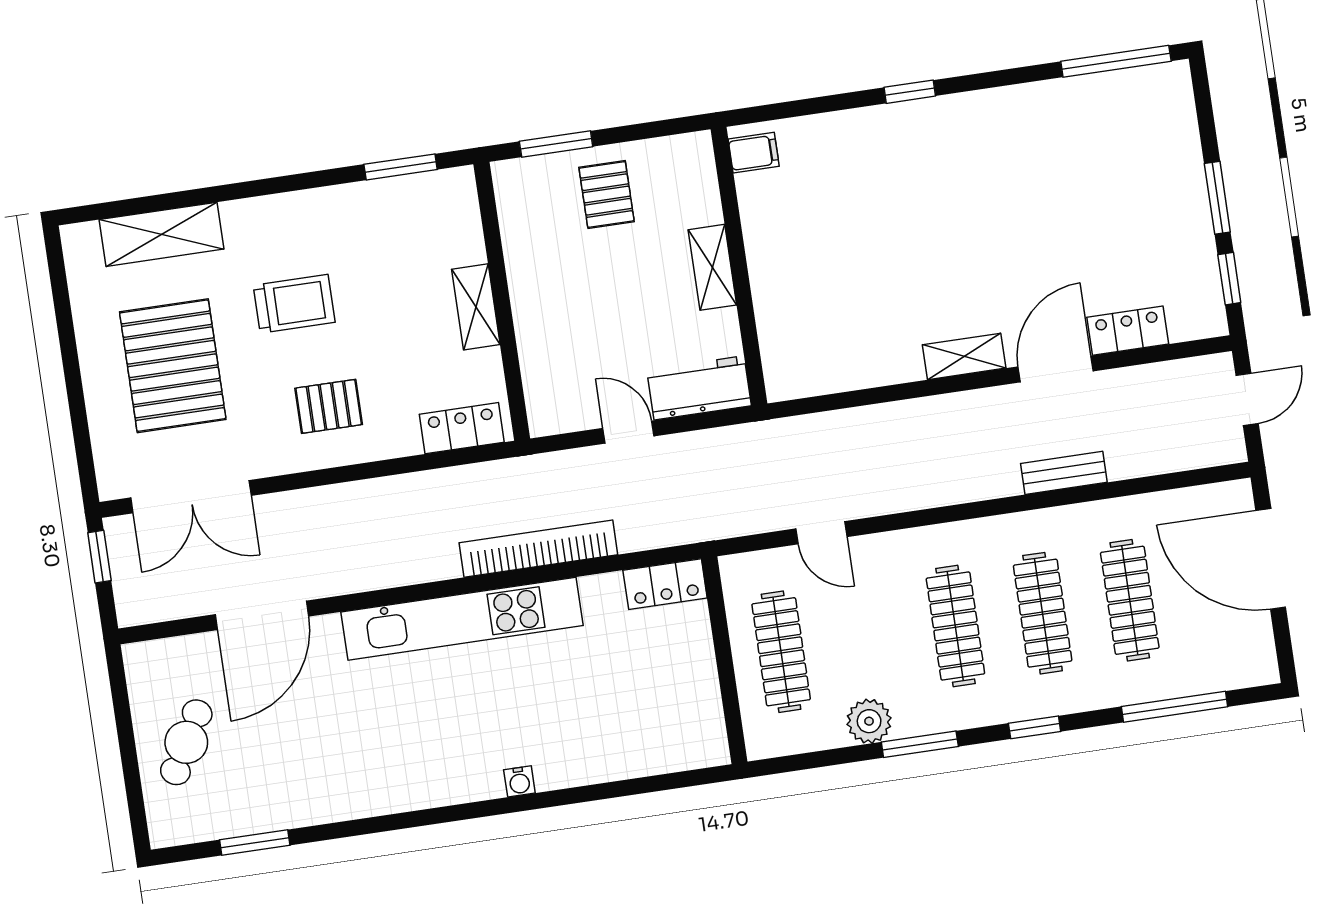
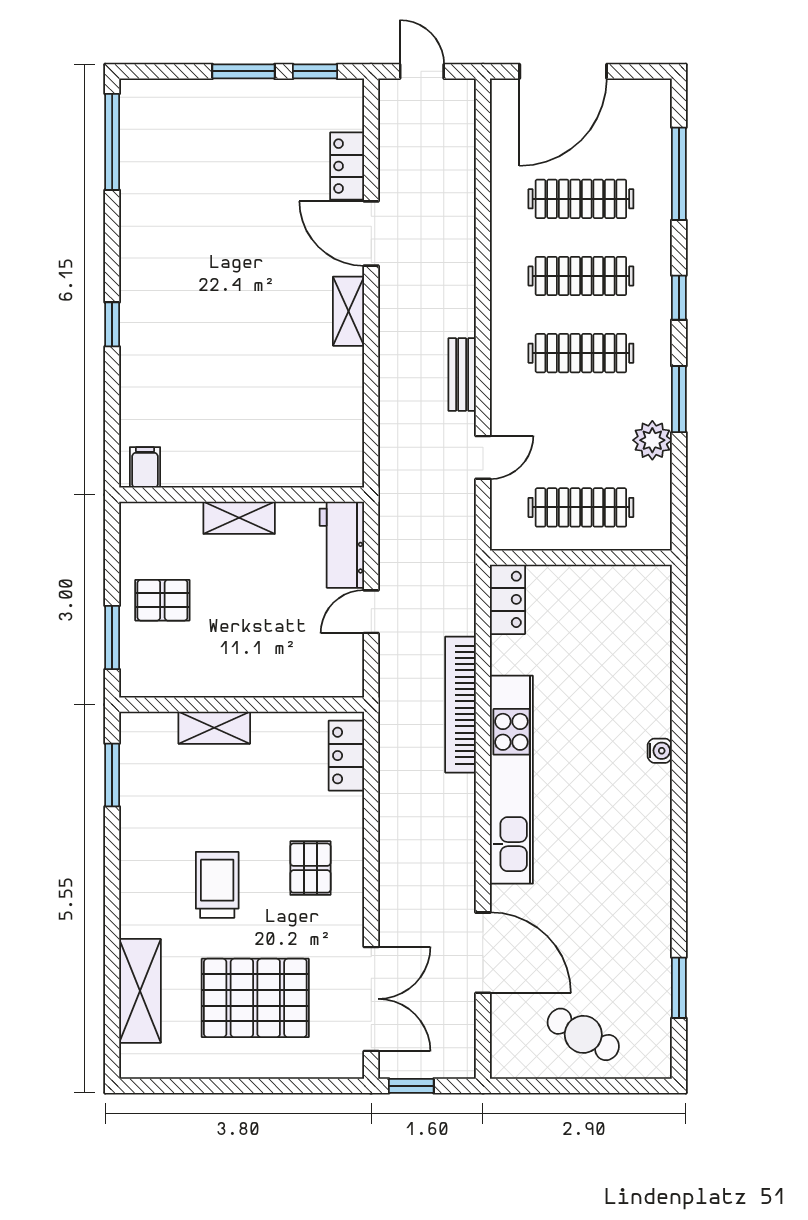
shelving: (476, 307) -> (214, 728), moved
bench: (1064, 473) -> (462, 374), moved

